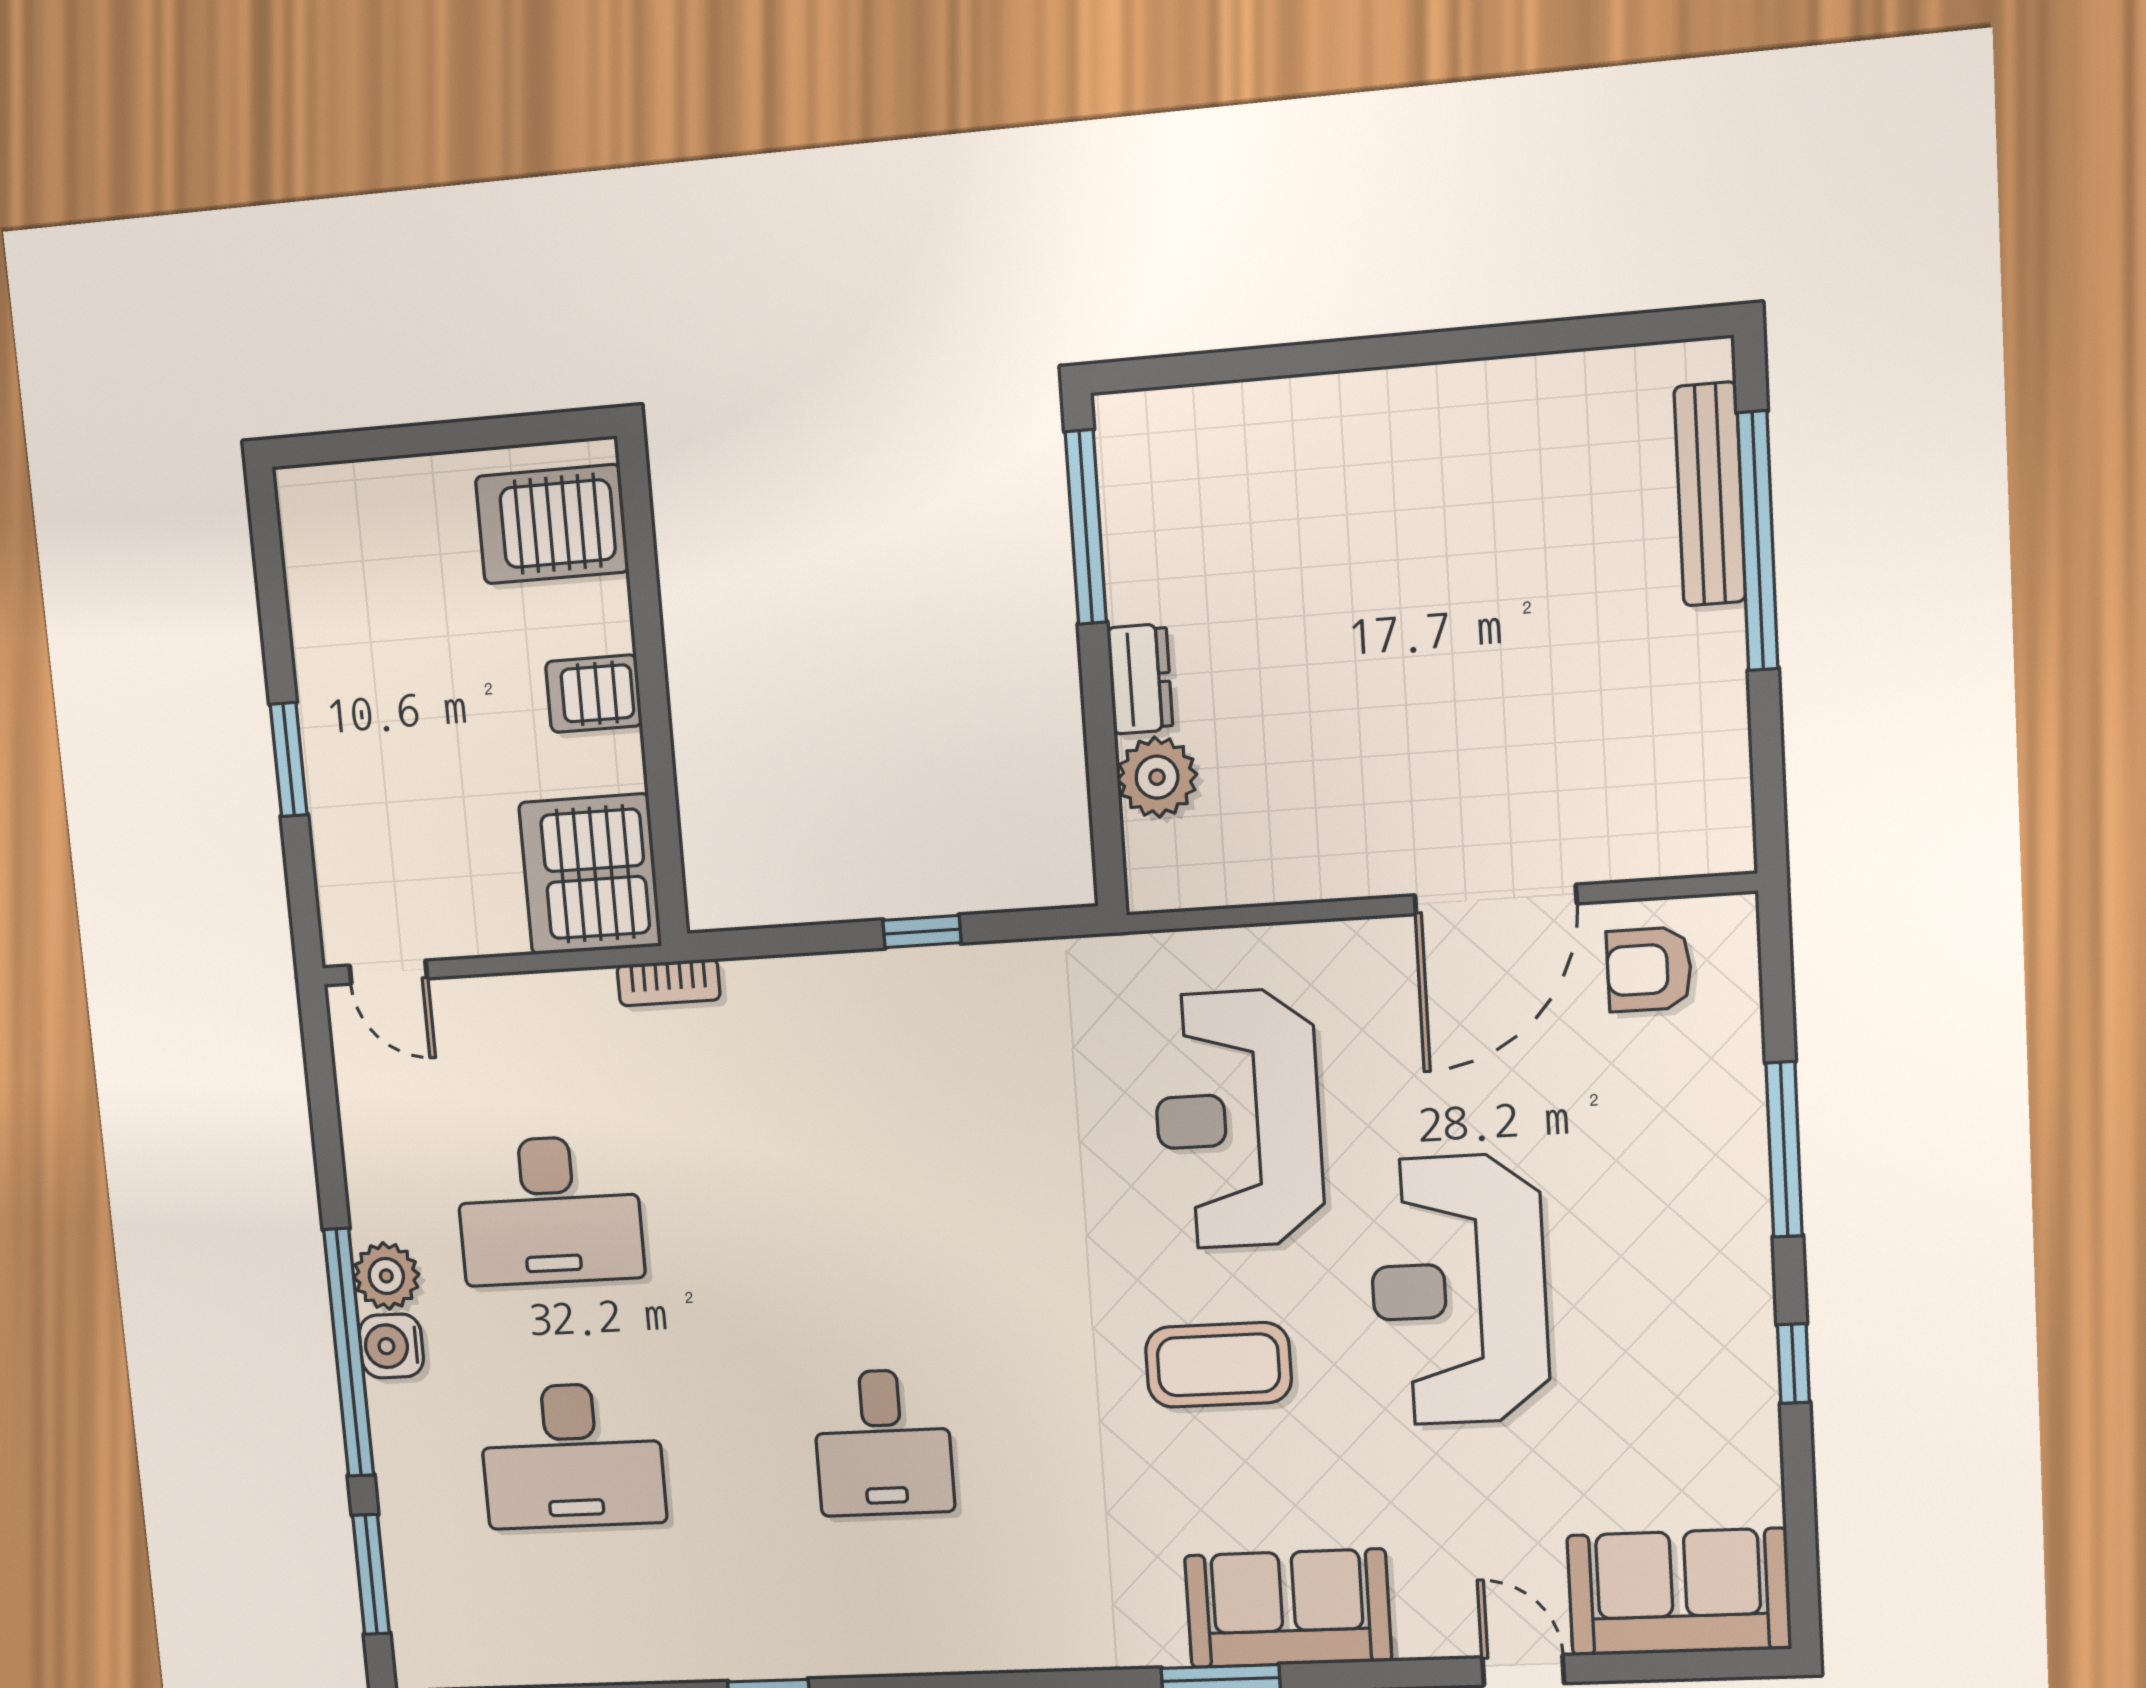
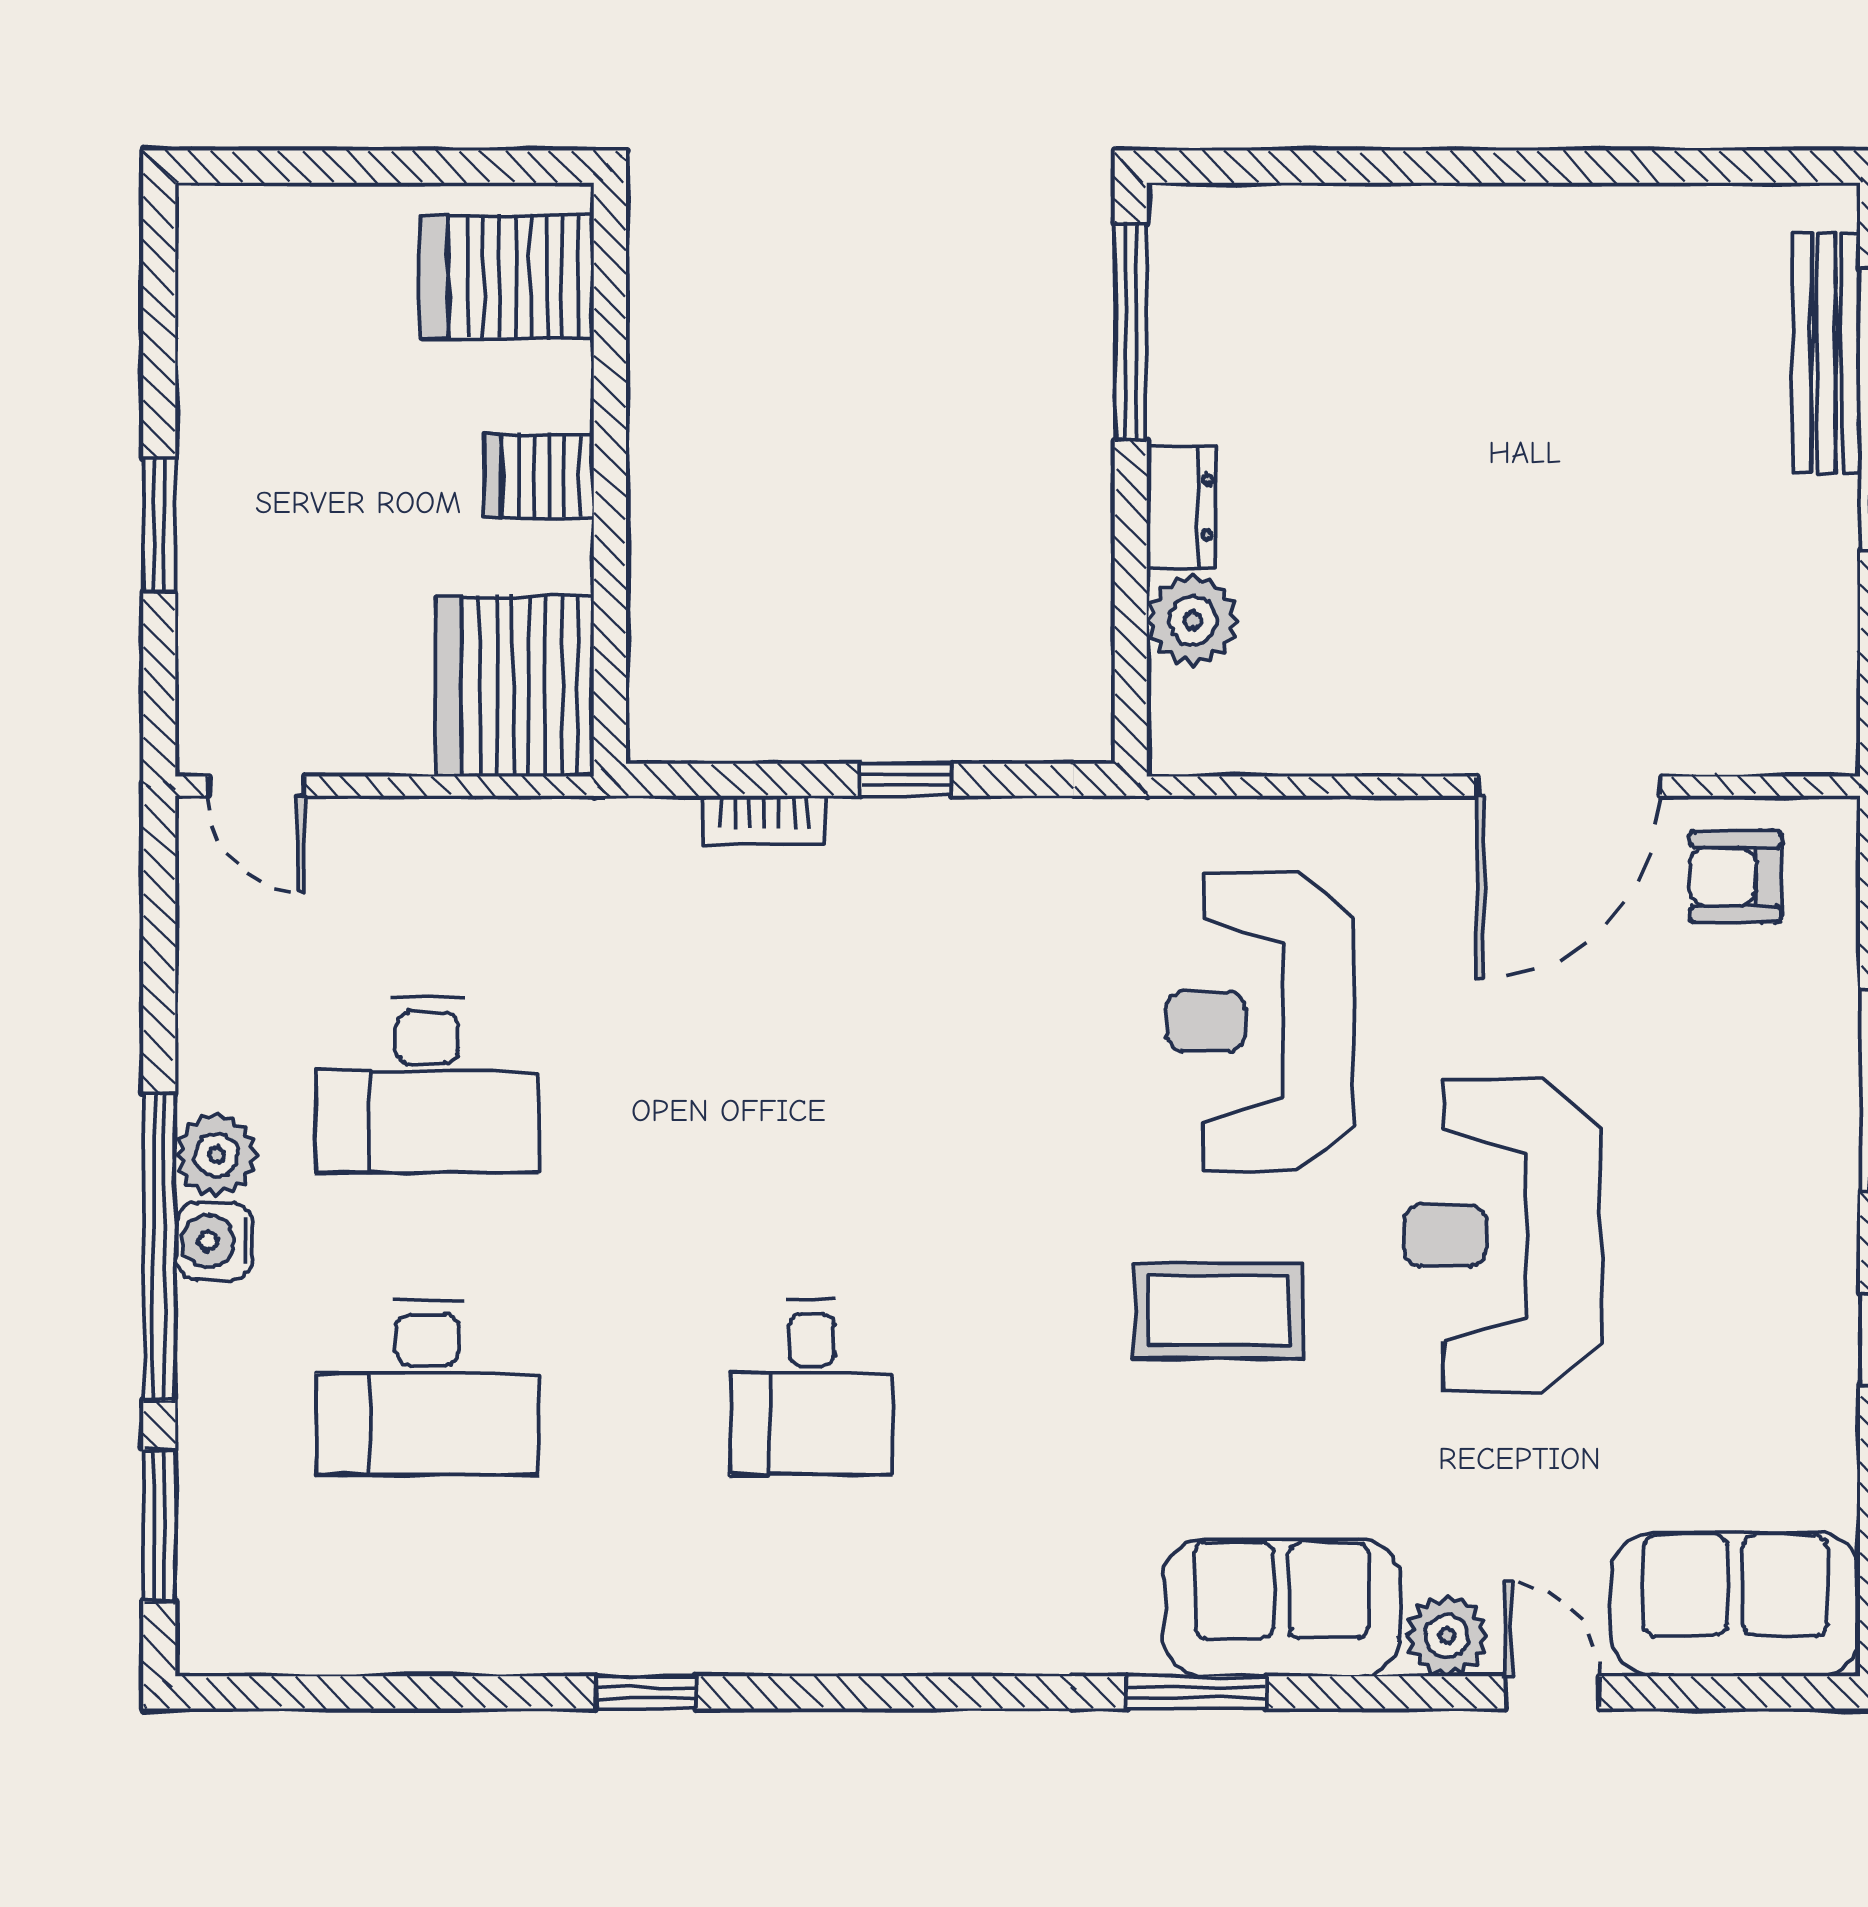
bookcase: (669, 982) -> (764, 820), moved
plant: (1430, 1626) -> (1447, 1636), added

